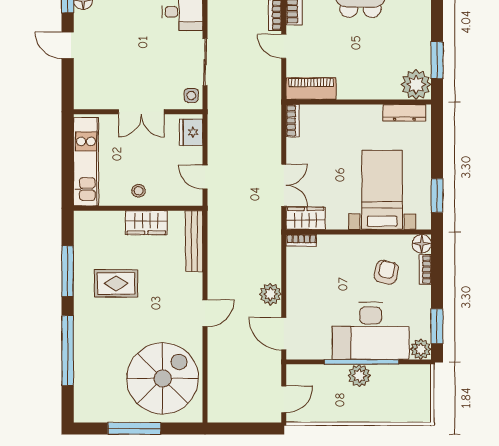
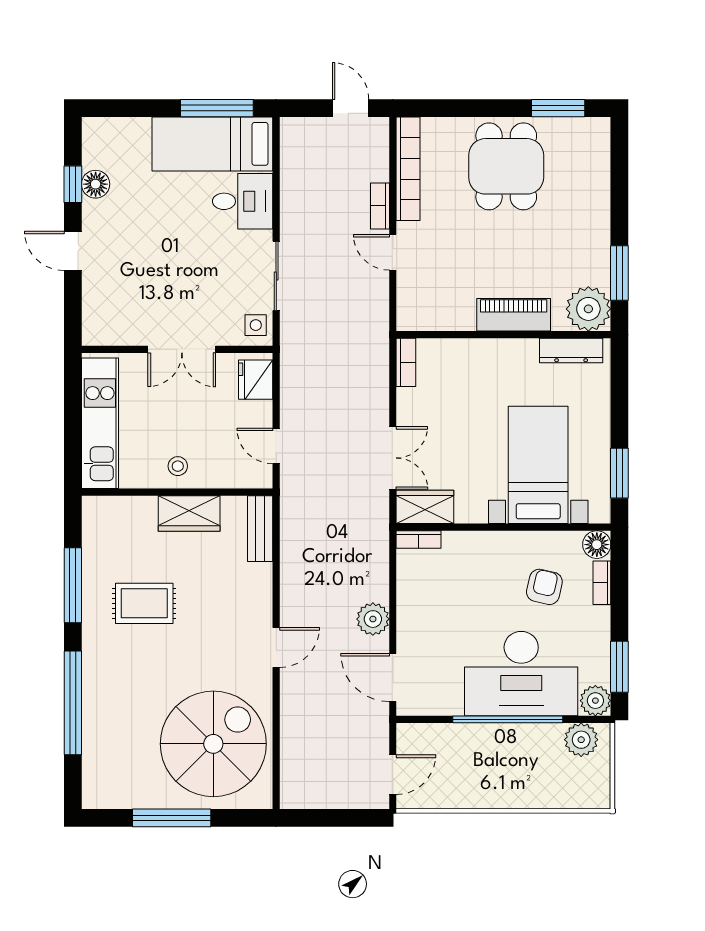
piano: (311, 89) -> (514, 315), moved
bench: (194, 241) -> (260, 529), width x0.73
plant: (359, 376) -> (581, 740), moved

